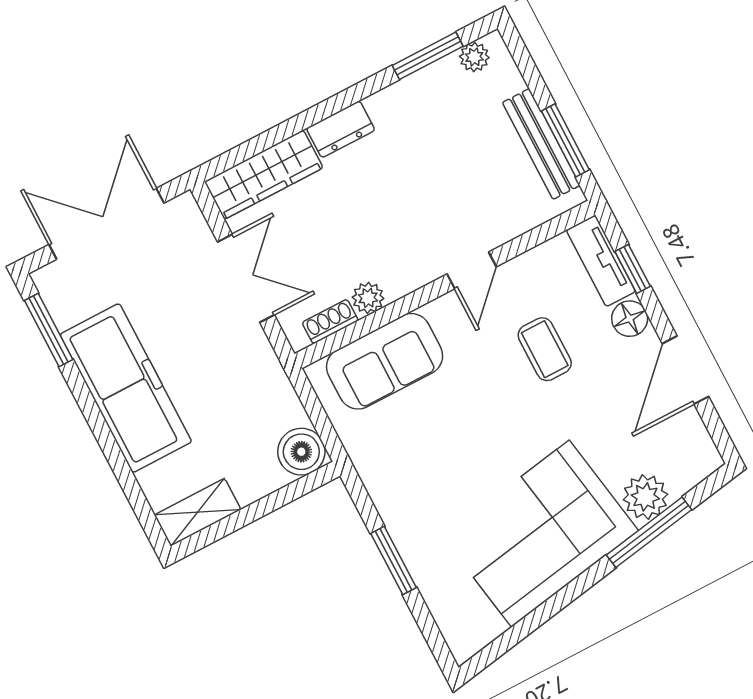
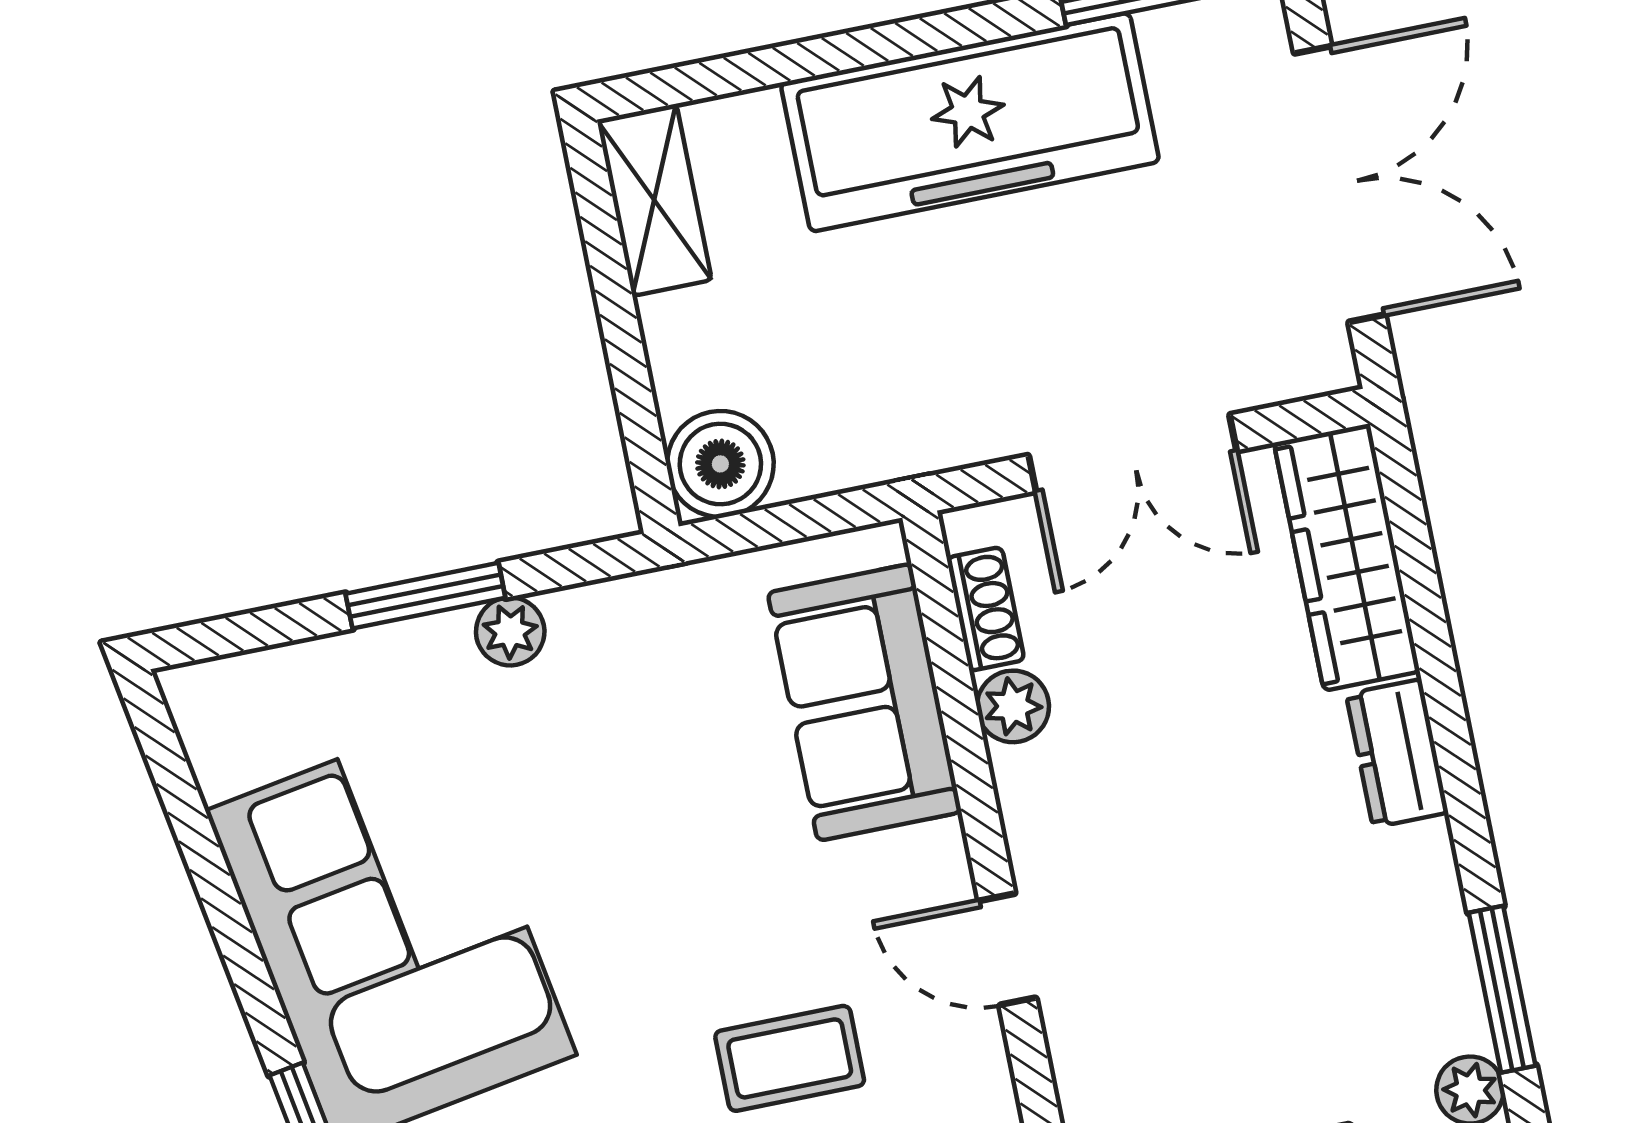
plant: (398, 520) -> (510, 631), added

